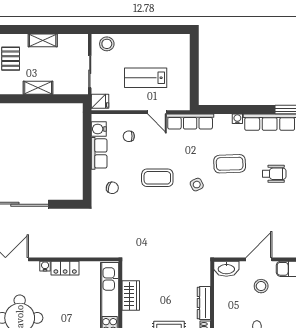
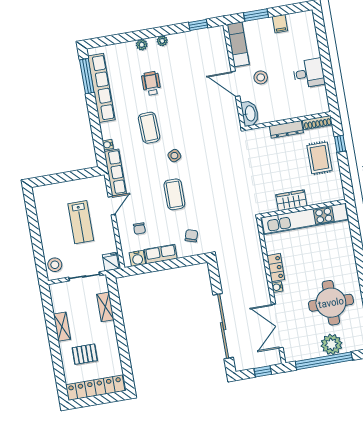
shelving: (38, 88) -> (105, 307), moved
water cooler: (237, 119) -> (108, 145), moved

